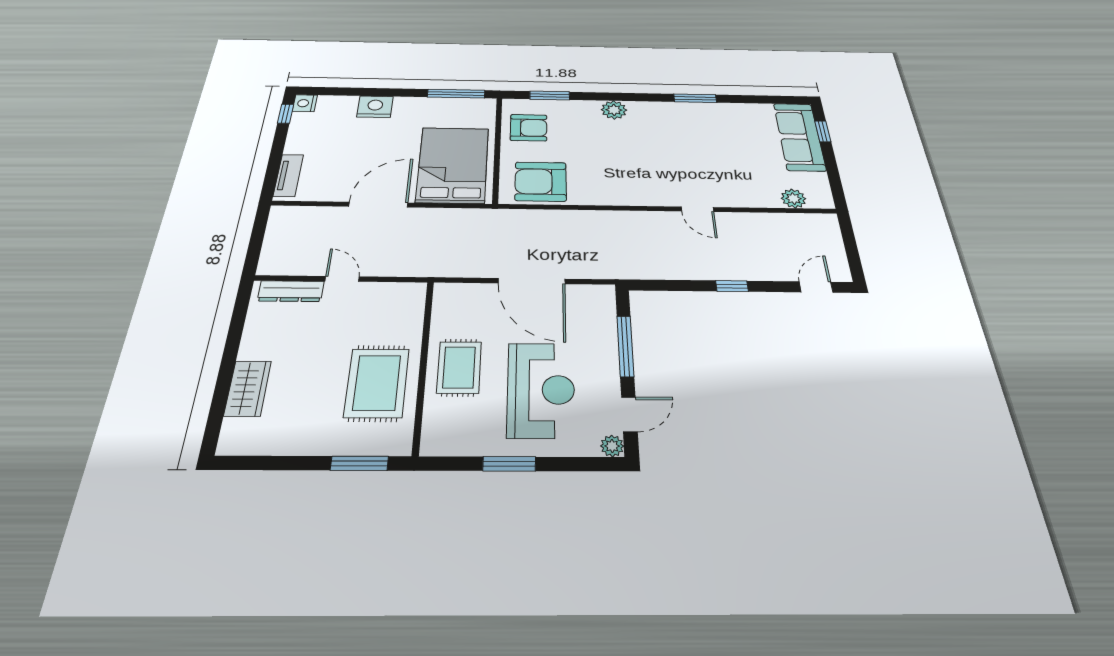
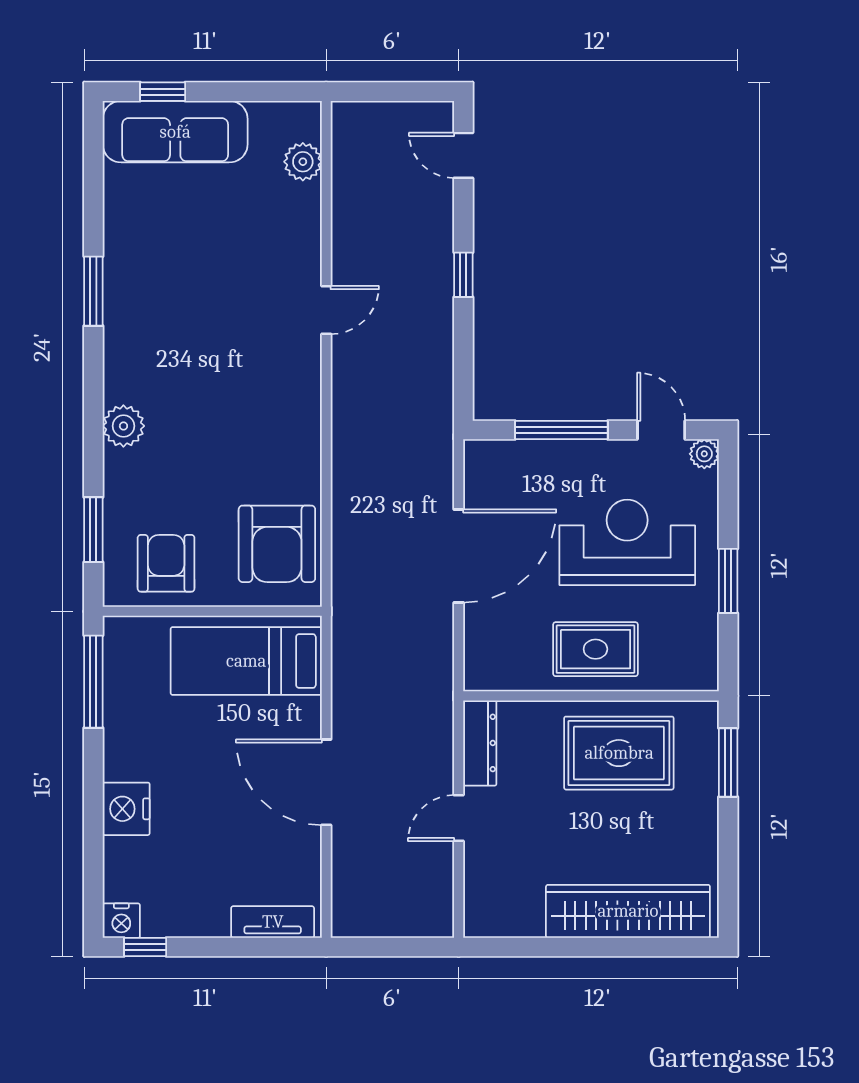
bed: (453, 165) -> (246, 661), width x0.67
dresser: (291, 291) -> (480, 743), moved
wardrobe: (248, 388) -> (628, 911), width x2.10, depth x1.17

